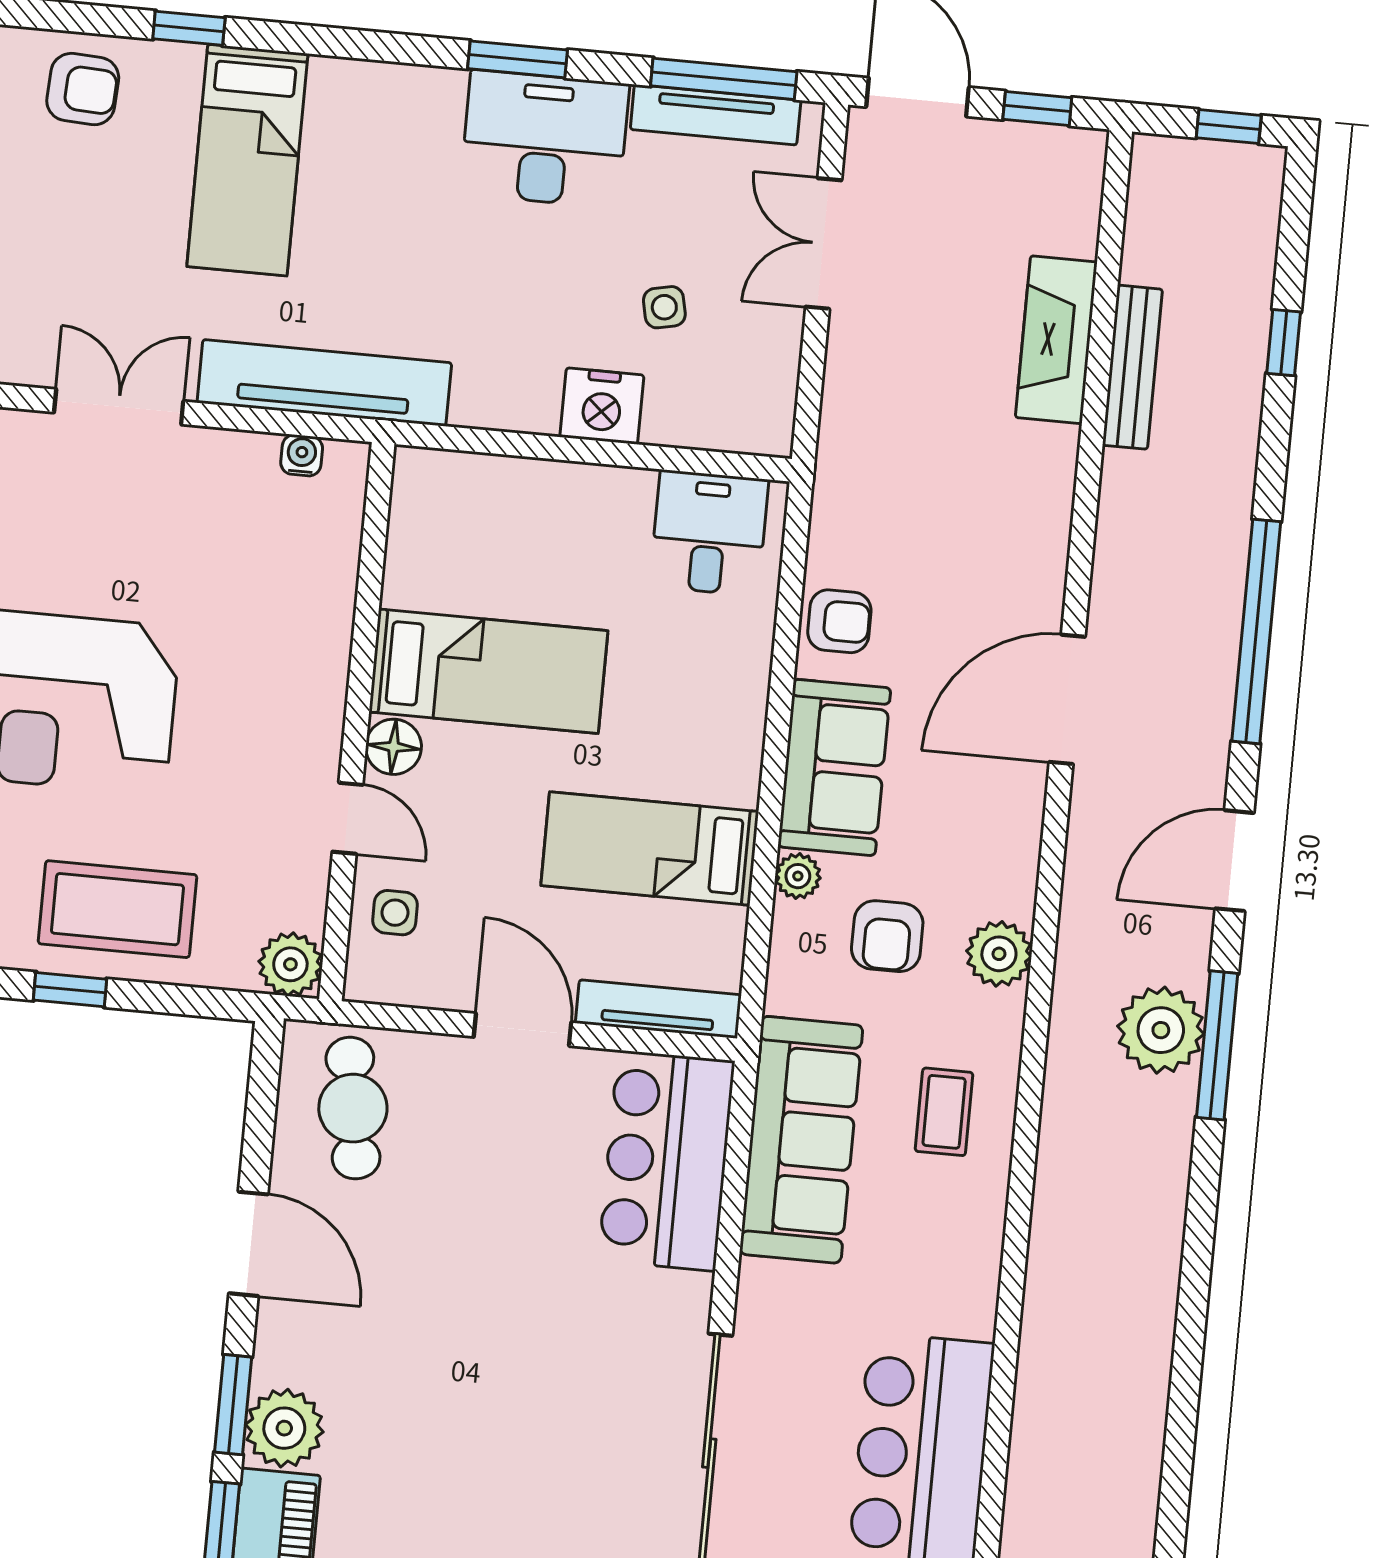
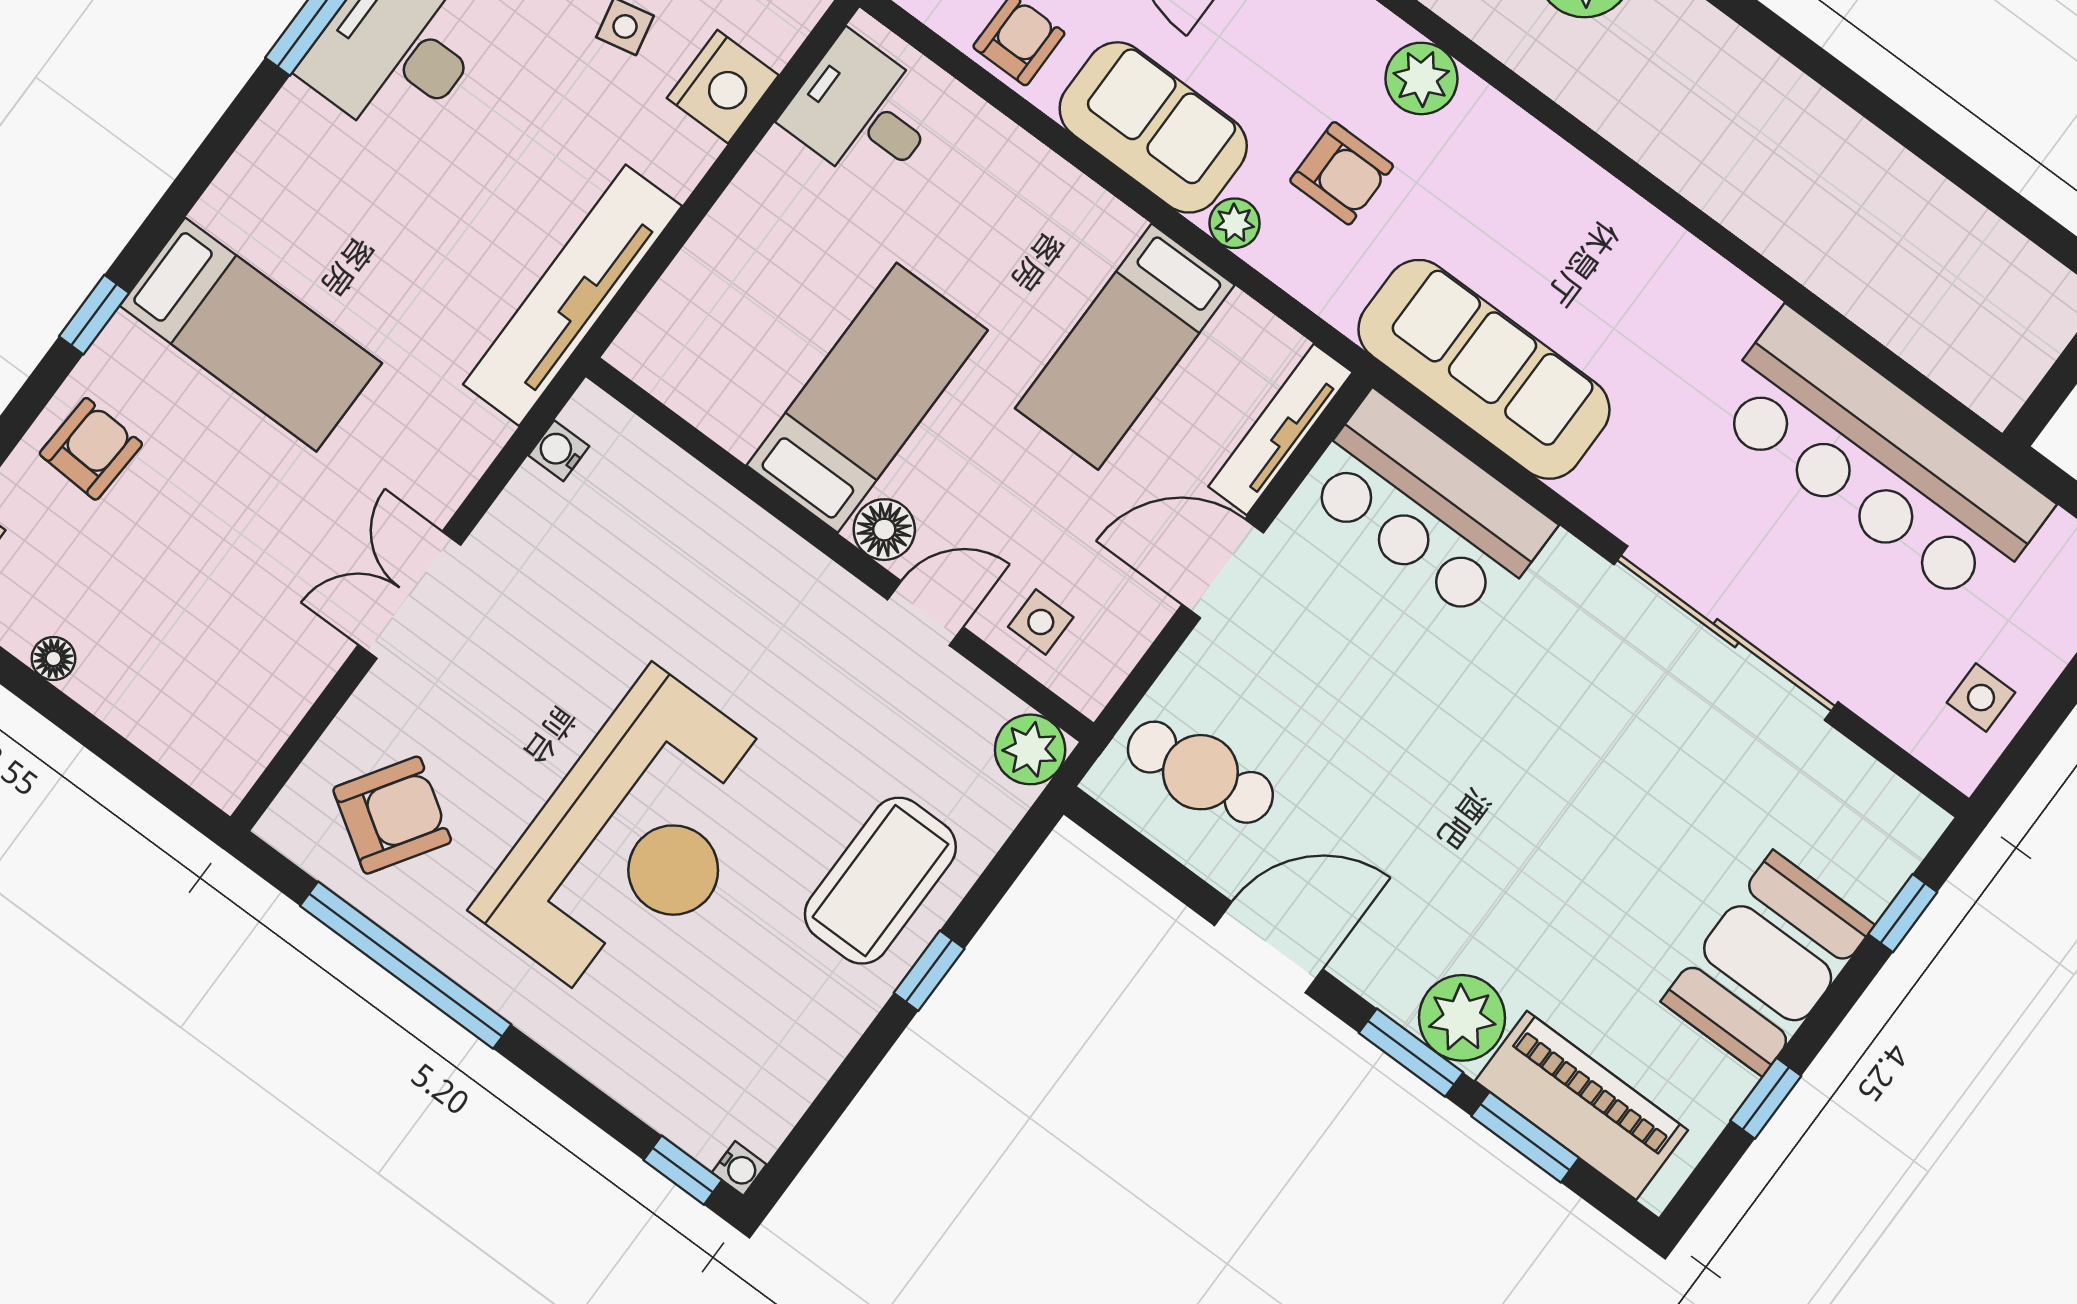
tv unit: (324, 383) -> (572, 295), moved
nightstand: (602, 406) -> (723, 87), moved
coffee table: (944, 1112) -> (1539, 219), removed

